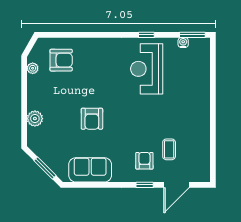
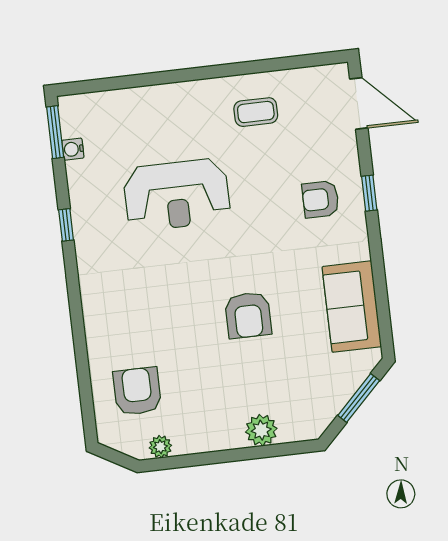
reception desk: (147, 69) -> (177, 195), moved
armchair: (92, 119) -> (248, 315), turned 90
coffee table: (169, 149) -> (256, 112), moved
door: (177, 185) -> (359, 103), moved

